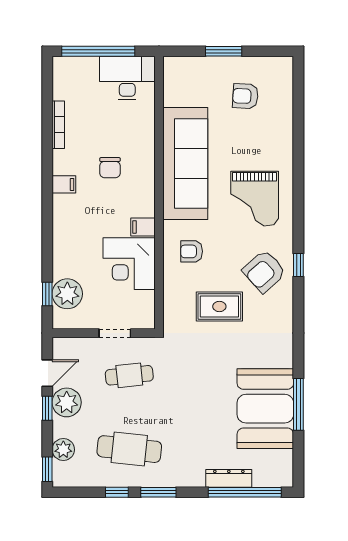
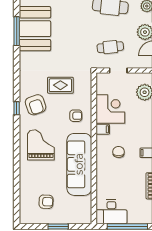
chair: (110, 168) -> (119, 152), moved
armchair: (264, 271) -> (36, 105), turned 113

